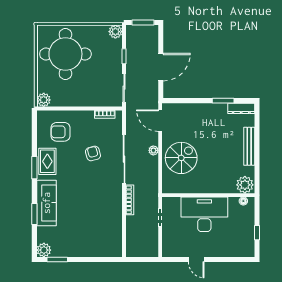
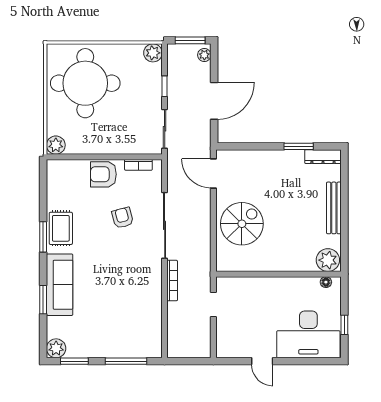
armchair: (60, 132) -> (103, 174), moved
plant: (153, 150) -> (204, 55), moved
desk: (204, 214) -> (308, 334), moved, turned 180
window: (96, 259) -> (126, 361), added

